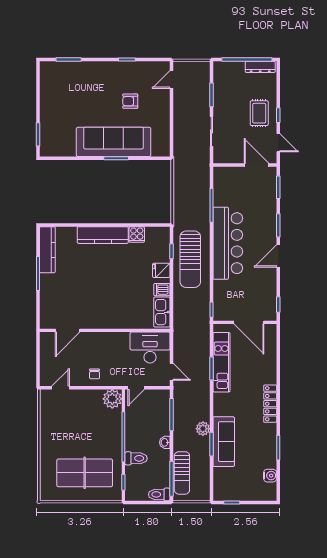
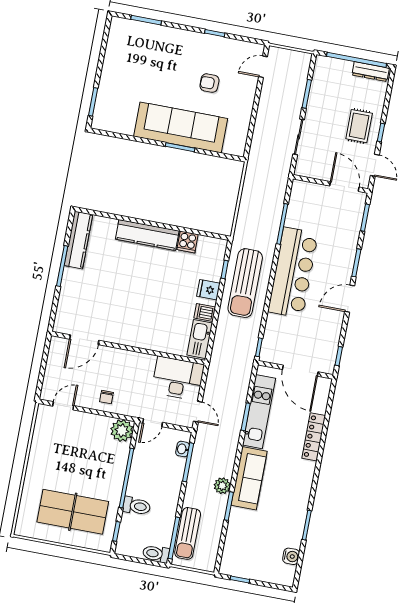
locker: (270, 404) -> (314, 437), moved
washbasin: (165, 442) -> (183, 449), moved
sofa: (224, 442) -> (249, 478), moved

